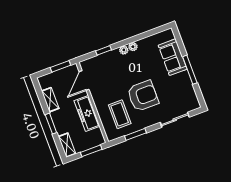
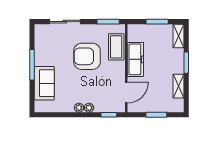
door: (84, 80) -> (126, 92), moved
wall: (92, 102) -> (126, 68), moved
freezer: (87, 113) -> (135, 59), moved

